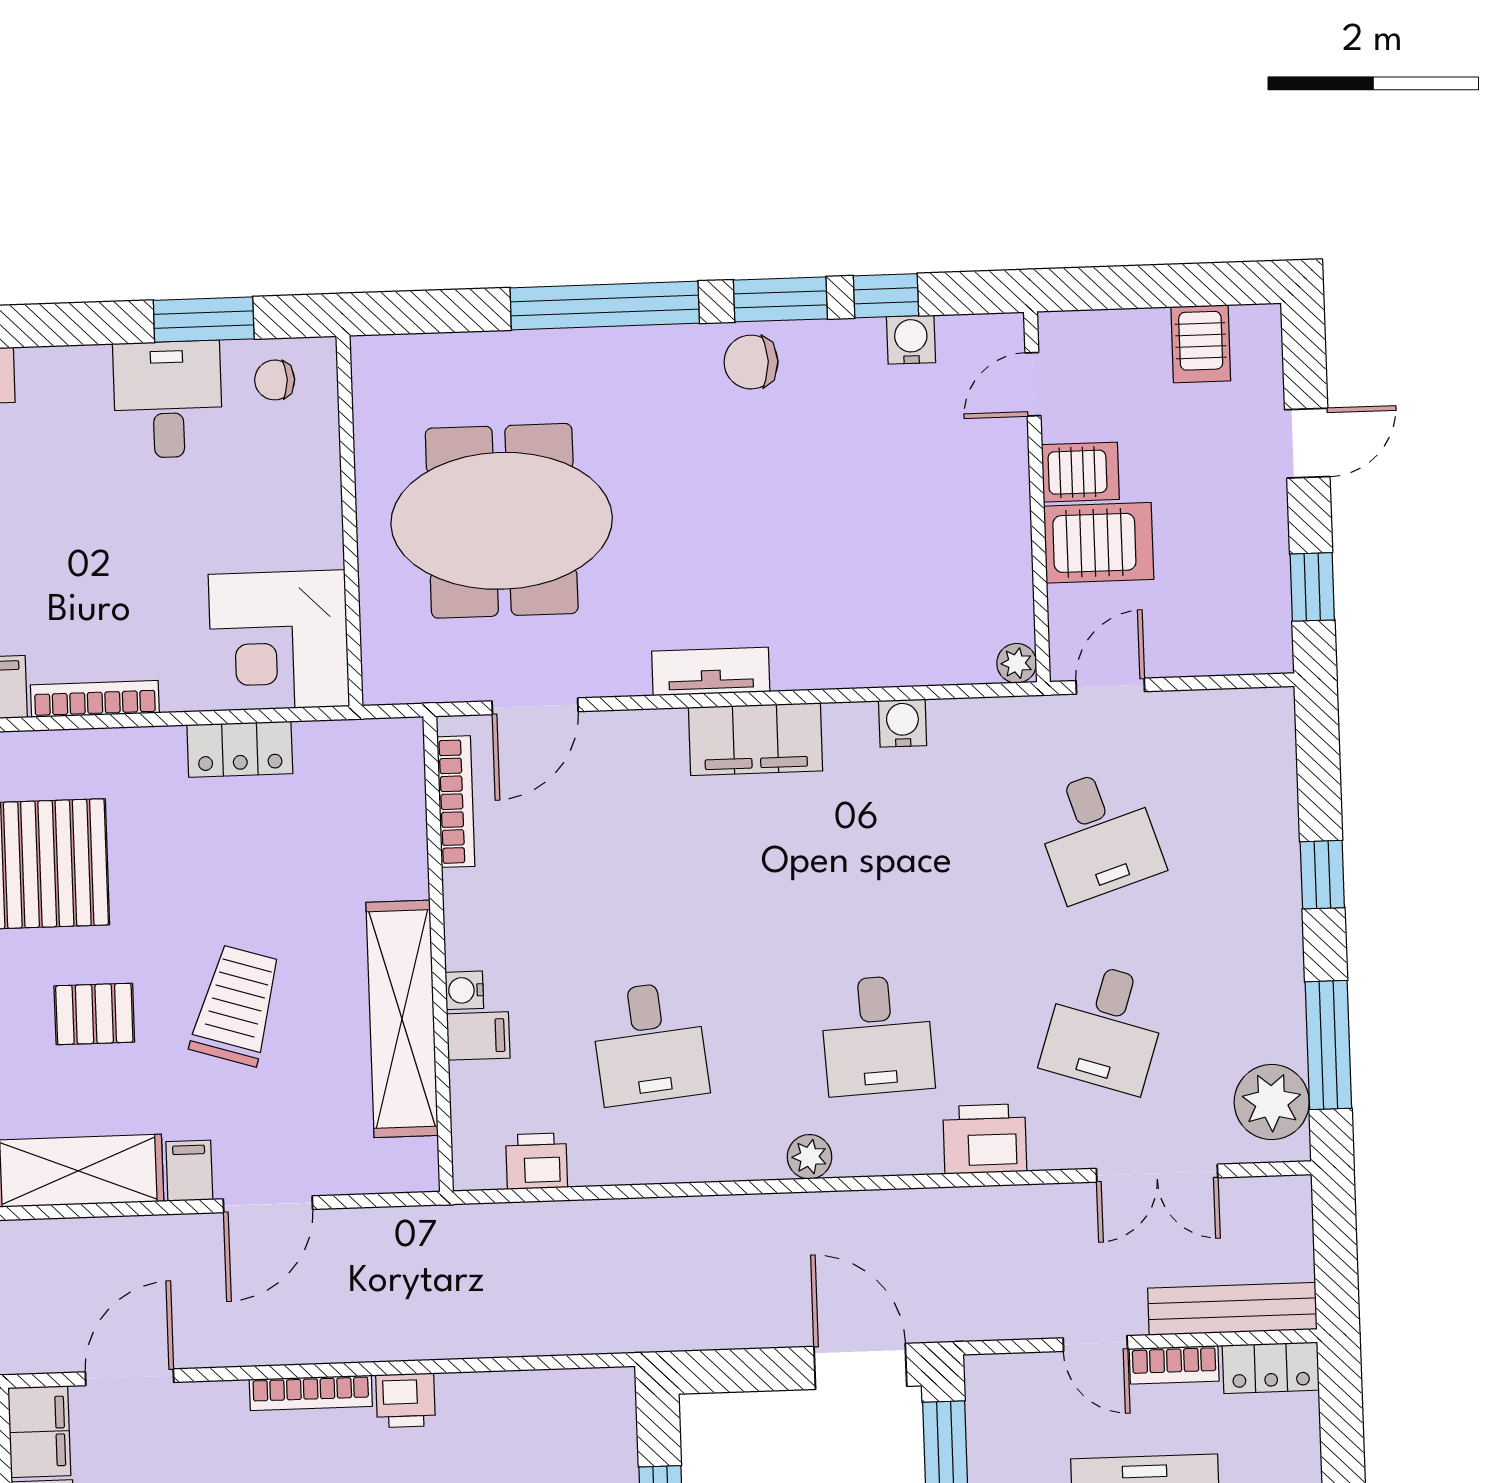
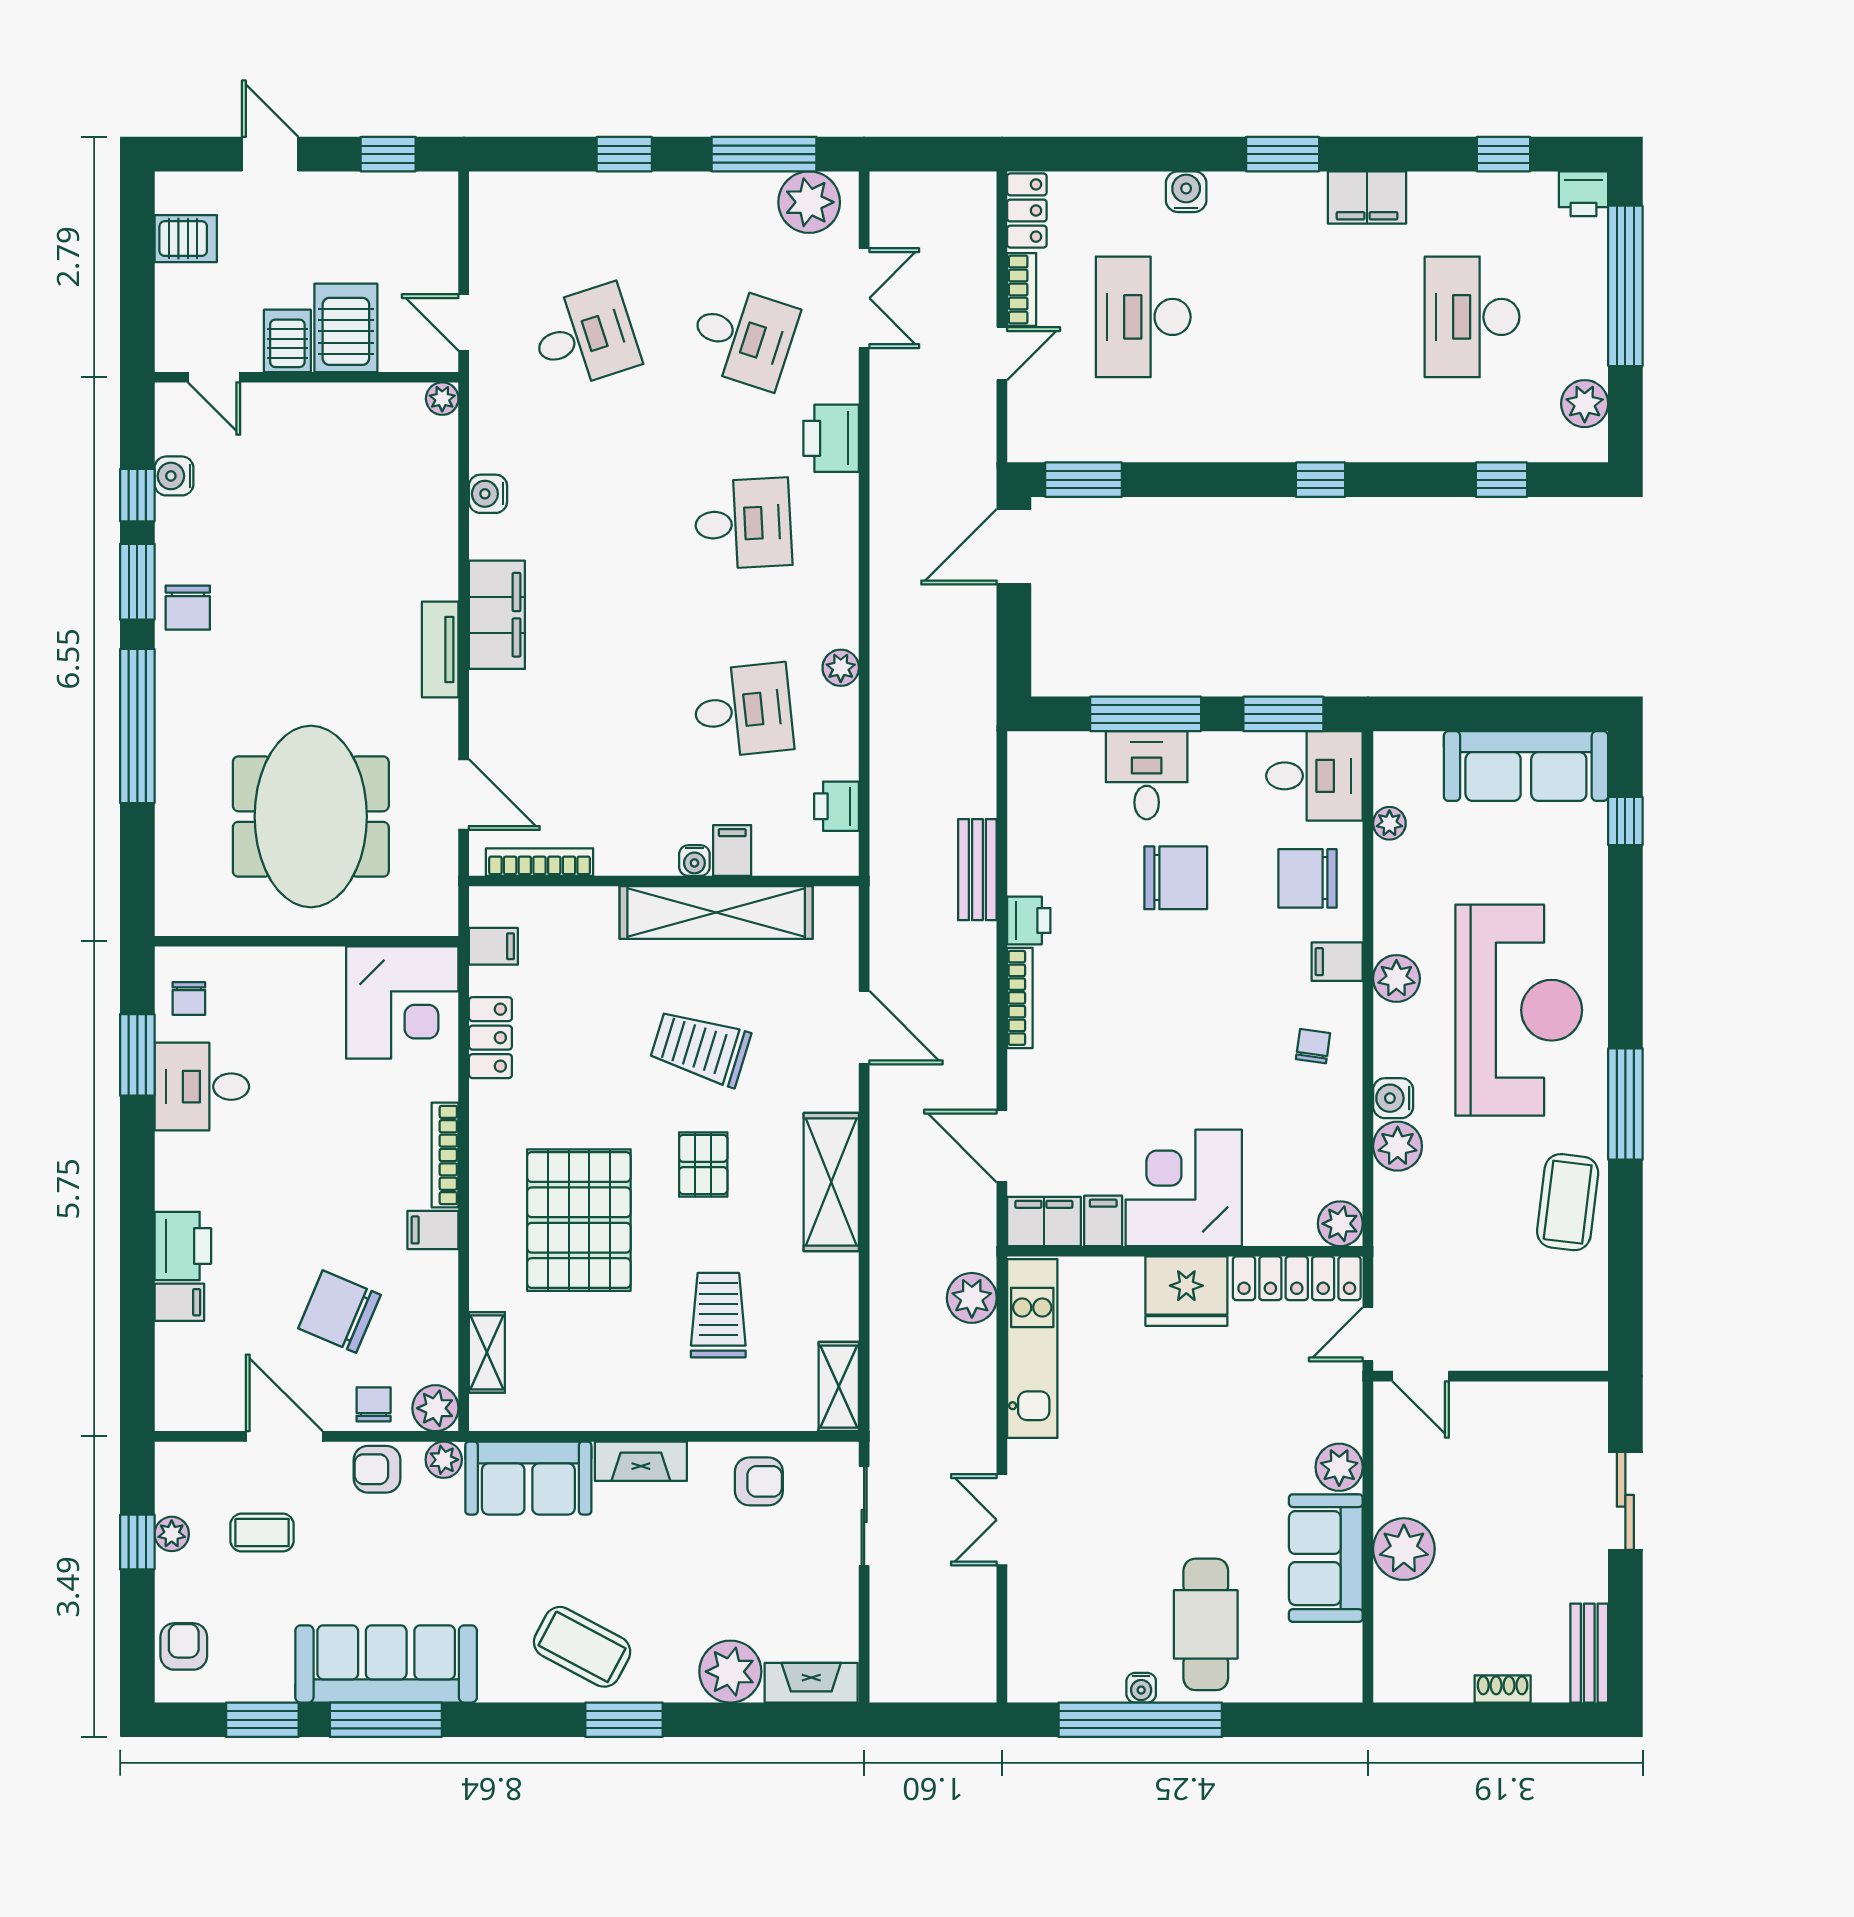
plant: (809, 1157) -> (841, 668), moved
filing cabinet: (189, 1171) -> (493, 946), moved, turned 180
bench: (1232, 1309) -> (977, 870), moved, width x0.73

